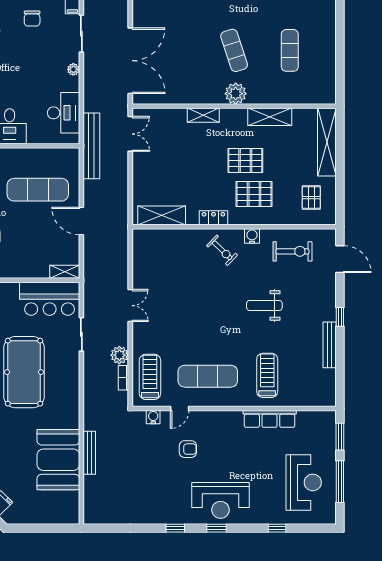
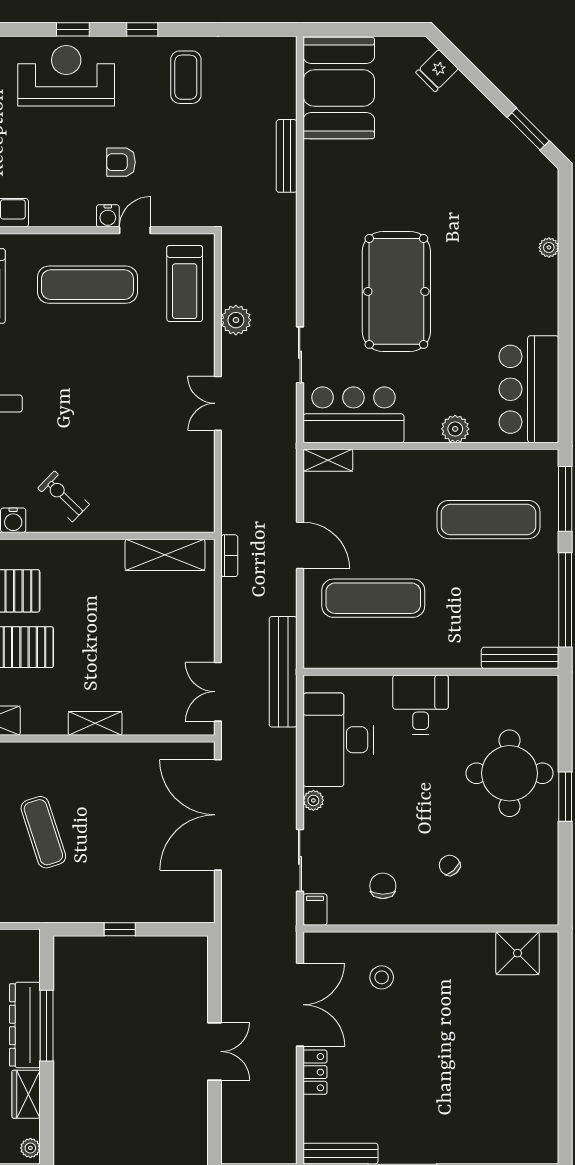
plant: (236, 94) -> (41, 760), removed
desk: (64, 113) -> (338, 740), width x1.36, depth x1.30
locker: (213, 218) -> (78, 551), removed
bookcase: (123, 378) -> (229, 556), moved
water cooler: (153, 417) -> (108, 216), moved
booth: (58, 460) -> (339, 88), moved
coffee table: (149, 500) -> (186, 77), added

